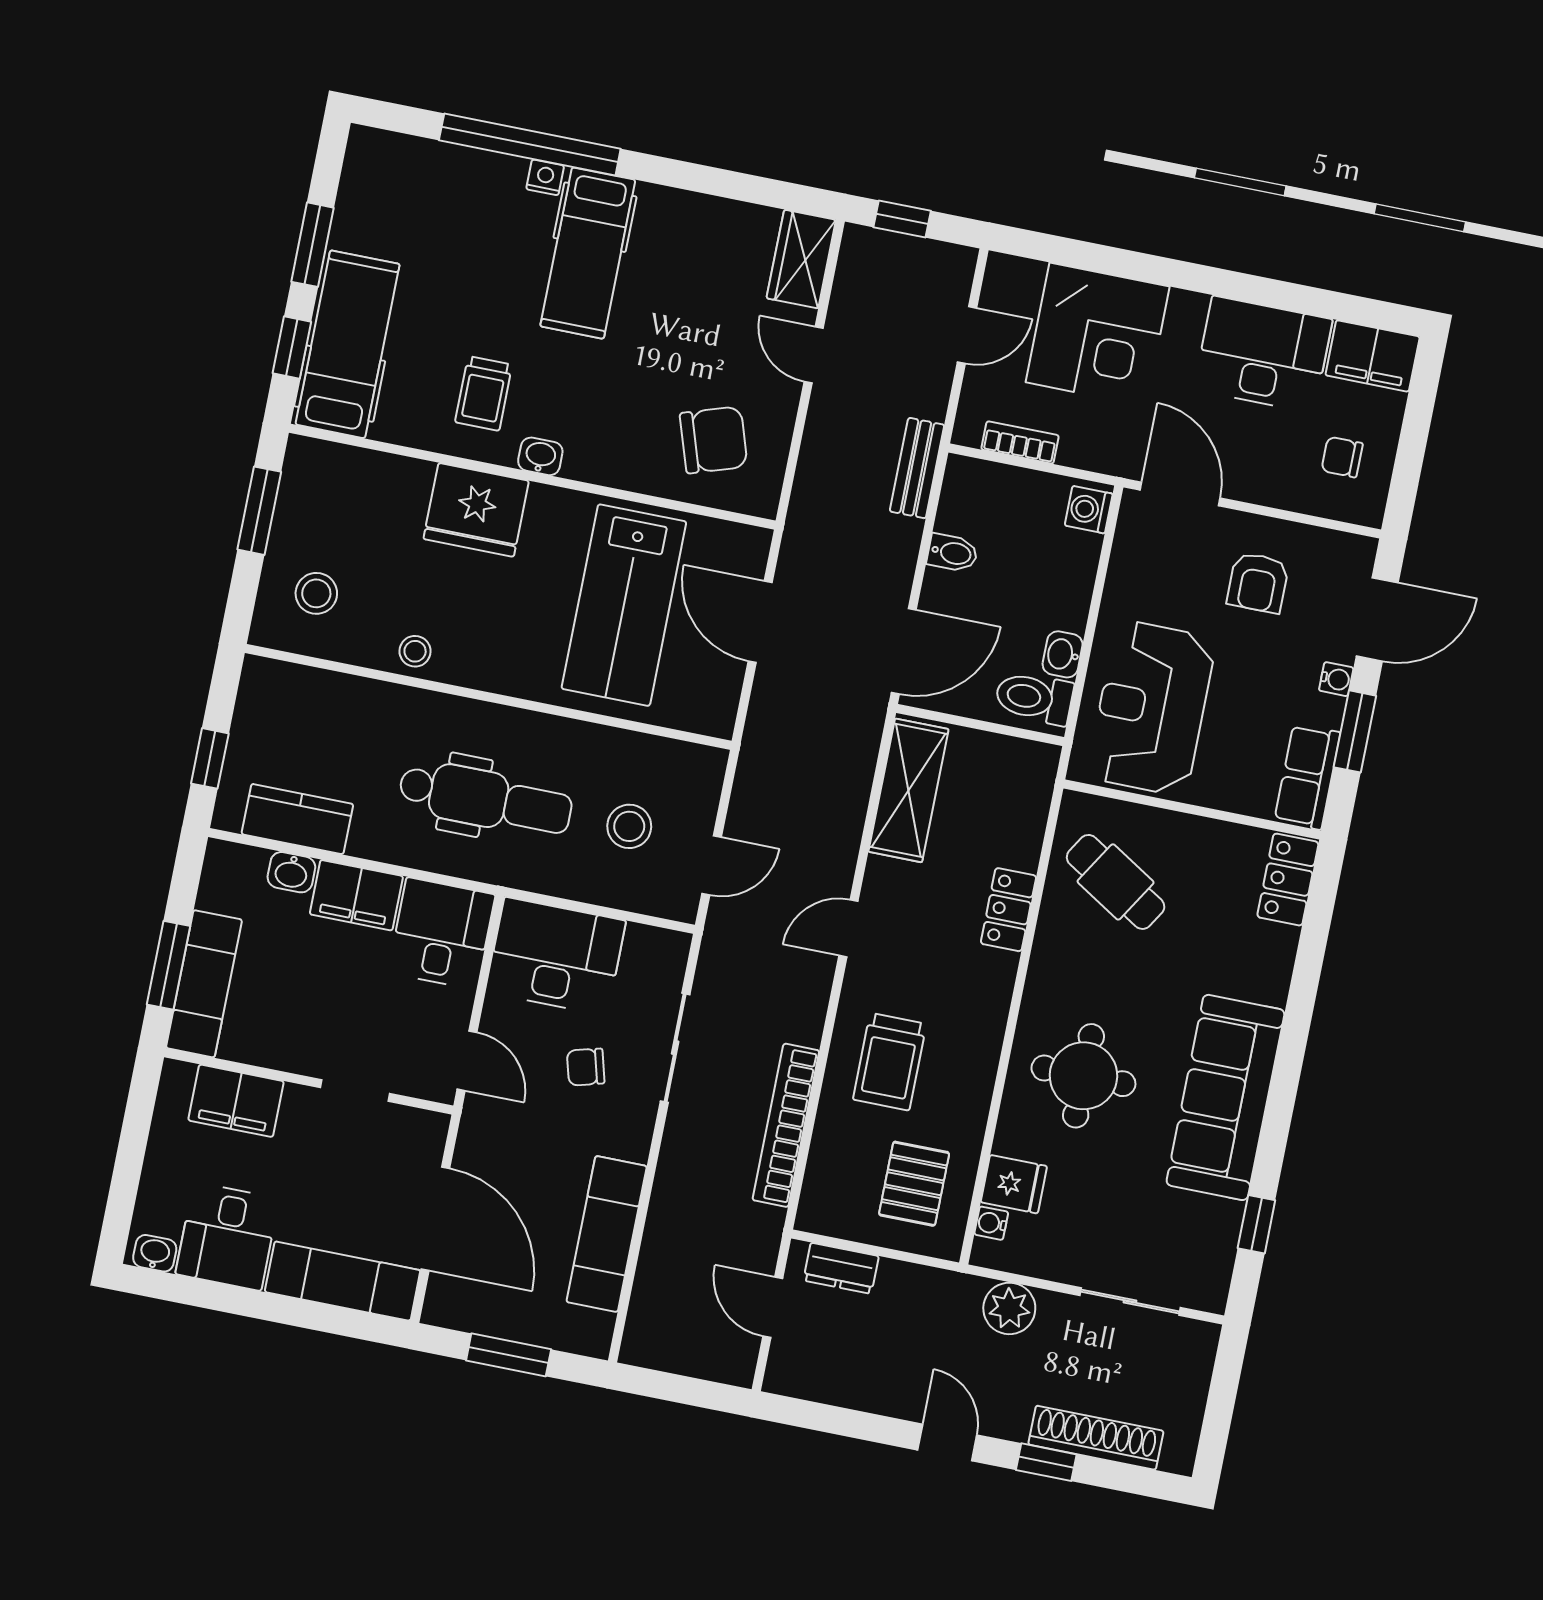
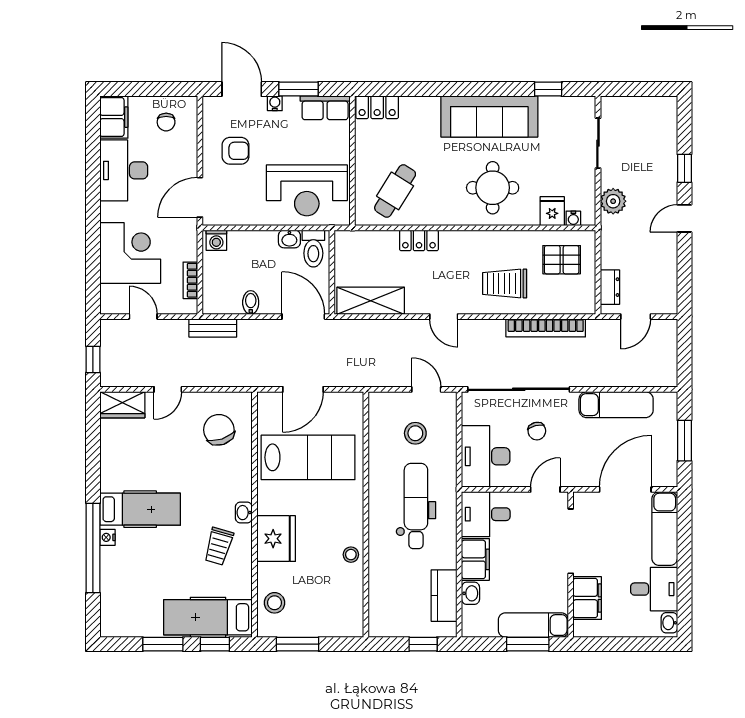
trolley: (484, 393) -> (219, 546), turned 106
stool: (316, 593) -> (275, 603), moved
sliding door: (675, 1048) -> (519, 389), width x1.86
trolley: (890, 1062) -> (505, 284), turned 180
doorway: (355, 1091) -> (571, 541), width x1.88
shoe rack: (1096, 1438) -> (668, 146), removed

